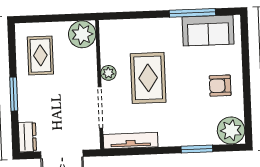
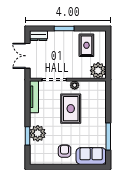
sofa: (208, 31) -> (91, 156), moved, turned 90
rug: (40, 55) -> (86, 45), turned 90
rug: (148, 78) -> (71, 109), turned 90
plant: (231, 130) -> (38, 133), moved

